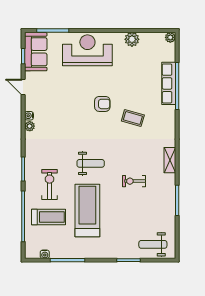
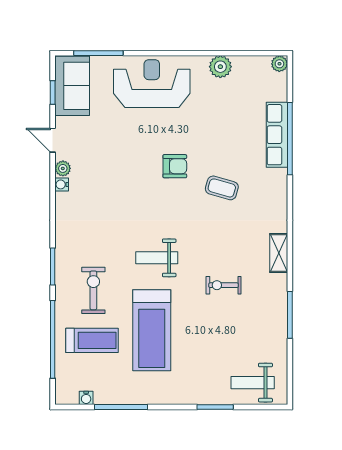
plant: (30, 126) -> (63, 168), moved
weight bench: (91, 163) -> (157, 258), turned 180
treadmill: (87, 210) -> (152, 330), turned 180

